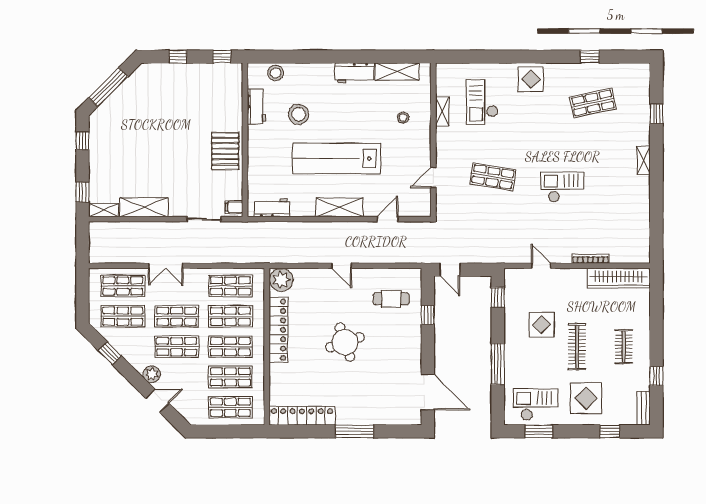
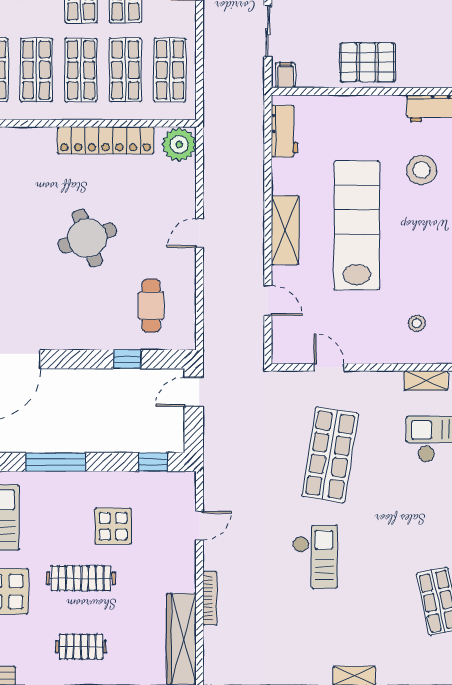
shop shelf: (493, 177) -> (330, 455), width x1.43, depth x1.36

